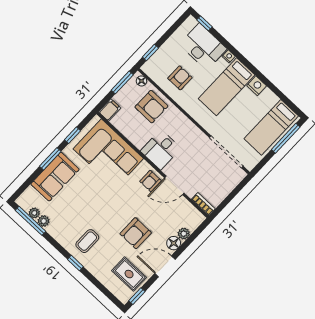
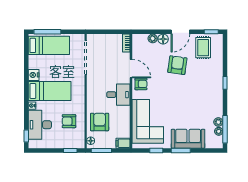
armchair: (136, 233) -> (177, 65), turned -82
coffee table: (87, 241) -> (207, 88), removed
door: (165, 266) -> (180, 32), hinge flipped

